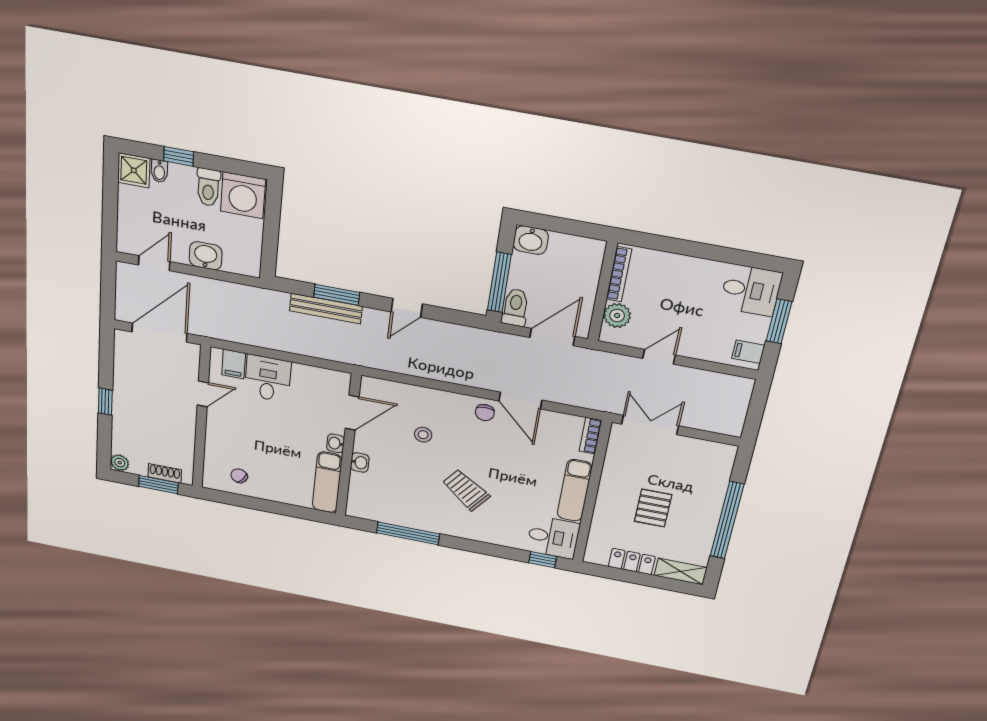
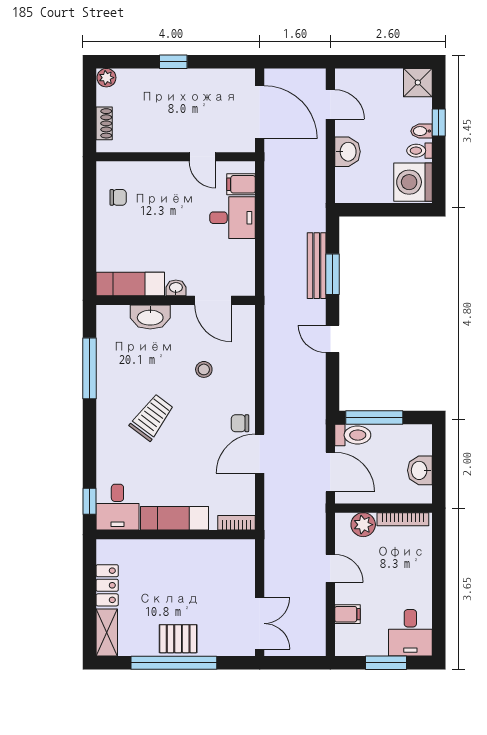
bidet: (159, 171) -> (421, 131), moved
toilet: (208, 187) -> (419, 151), width x0.73, depth x0.72
washbasin: (531, 240) -> (420, 470), moved
filing cabinet: (748, 352) -> (347, 614), moved, turned 90
double door: (650, 425) -> (260, 623), moved
washbasin: (360, 463) -> (150, 317), width x1.91, depth x1.45
chair: (239, 476) -> (118, 197), turned 55
window: (158, 485) -> (89, 118), removed
pallet: (653, 508) -> (178, 639), moved

